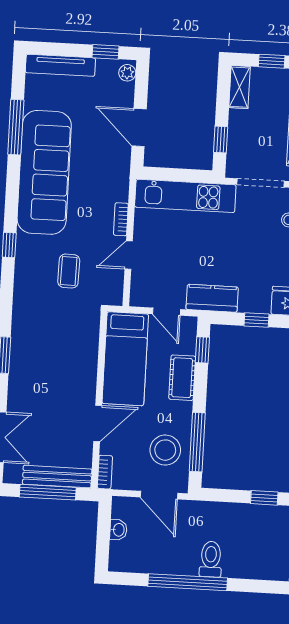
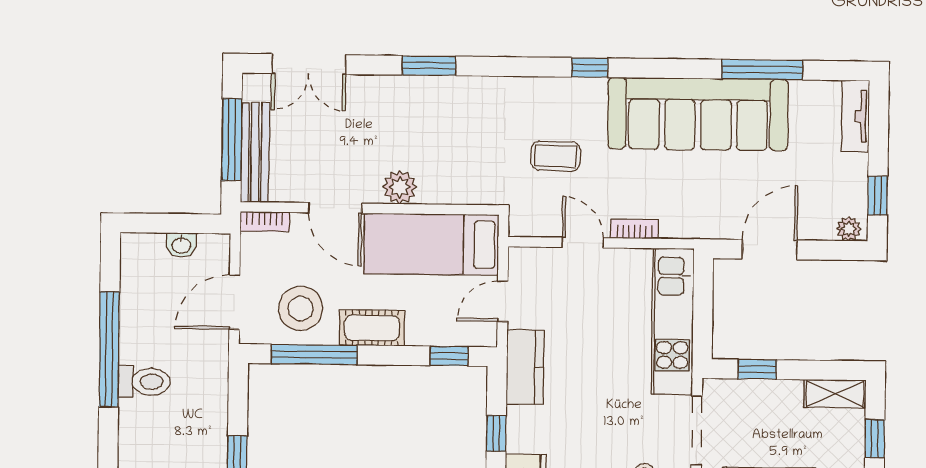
tv unit: (60, 65) -> (856, 116), width x0.71
cot: (182, 378) -> (372, 328), moved
plant: (85, 379) -> (400, 187), added

